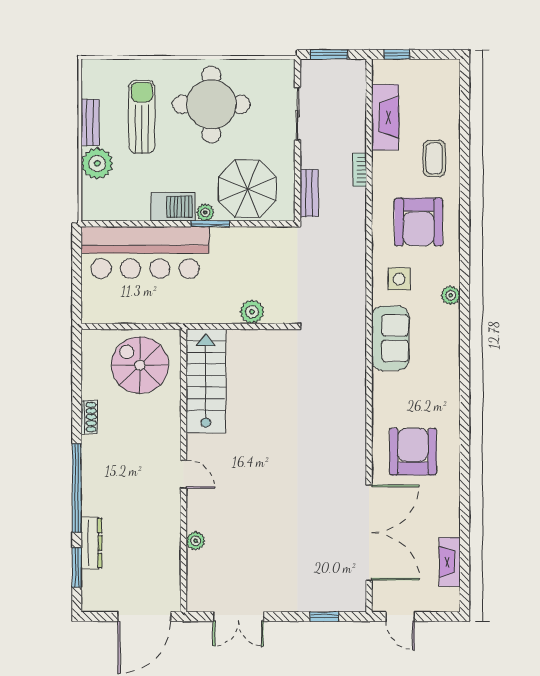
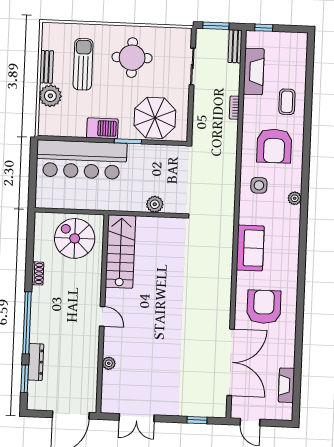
round table: (211, 104) -> (132, 58), width x0.73, depth x0.73
bench: (309, 193) -> (235, 46), moved
plant: (205, 213) -> (125, 133), removed
sofa: (390, 338) -> (250, 248), moved

